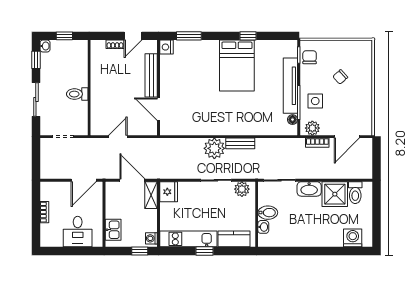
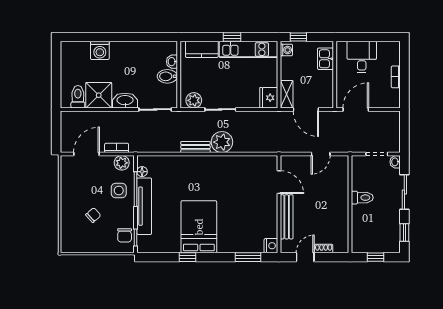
washbasin: (45, 46) -> (395, 162), moved
washing machine: (353, 238) -> (100, 50), moved

